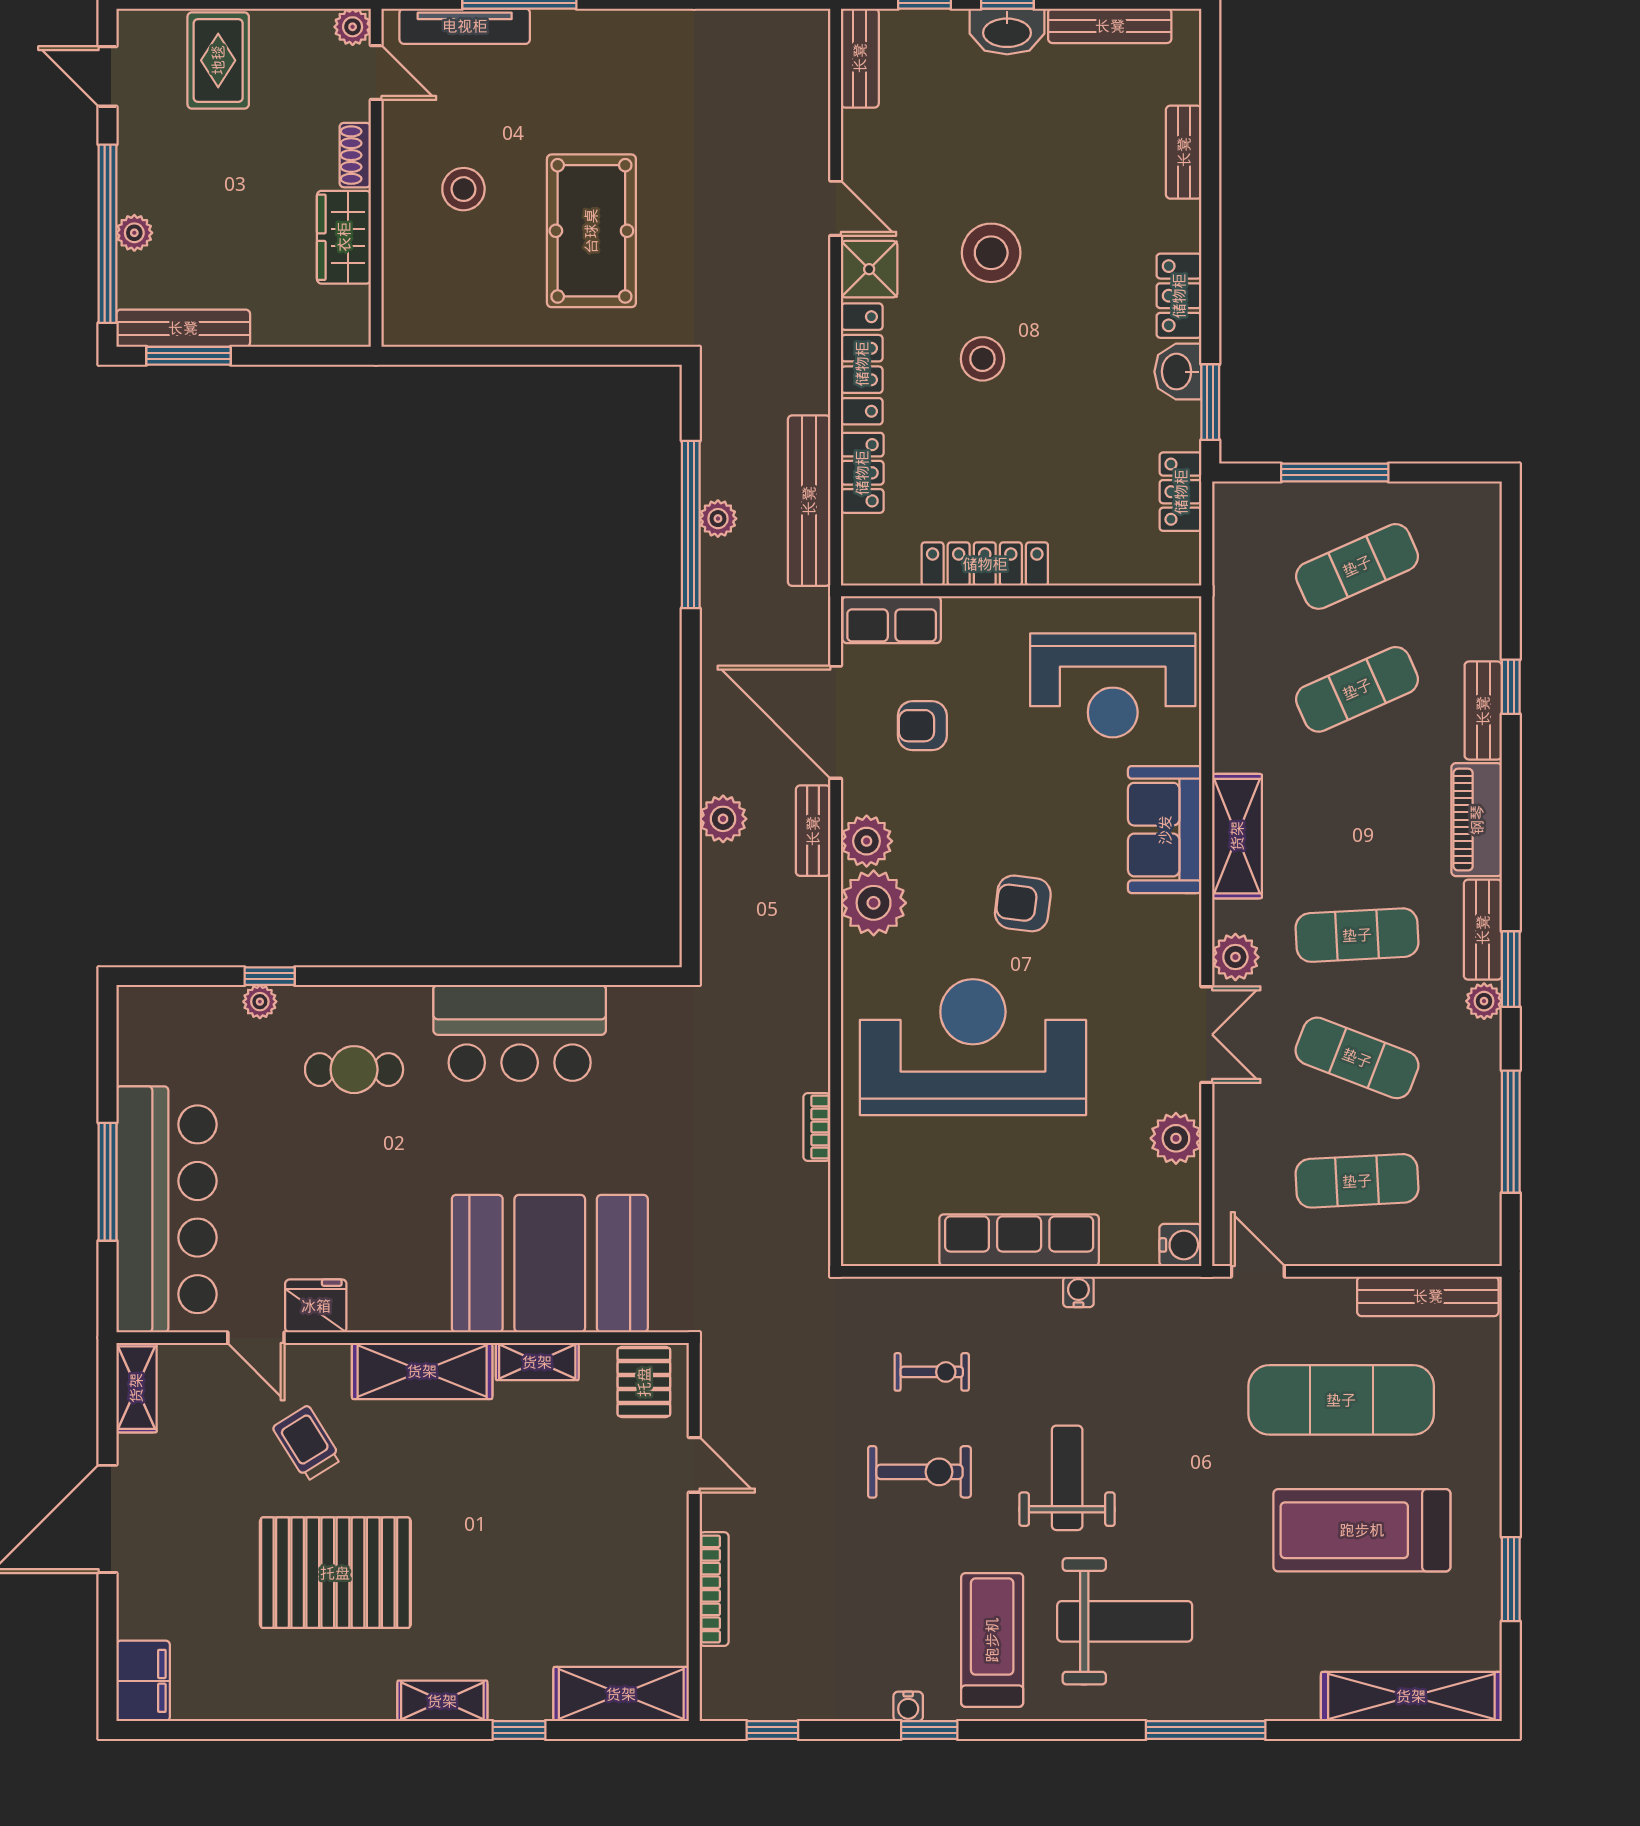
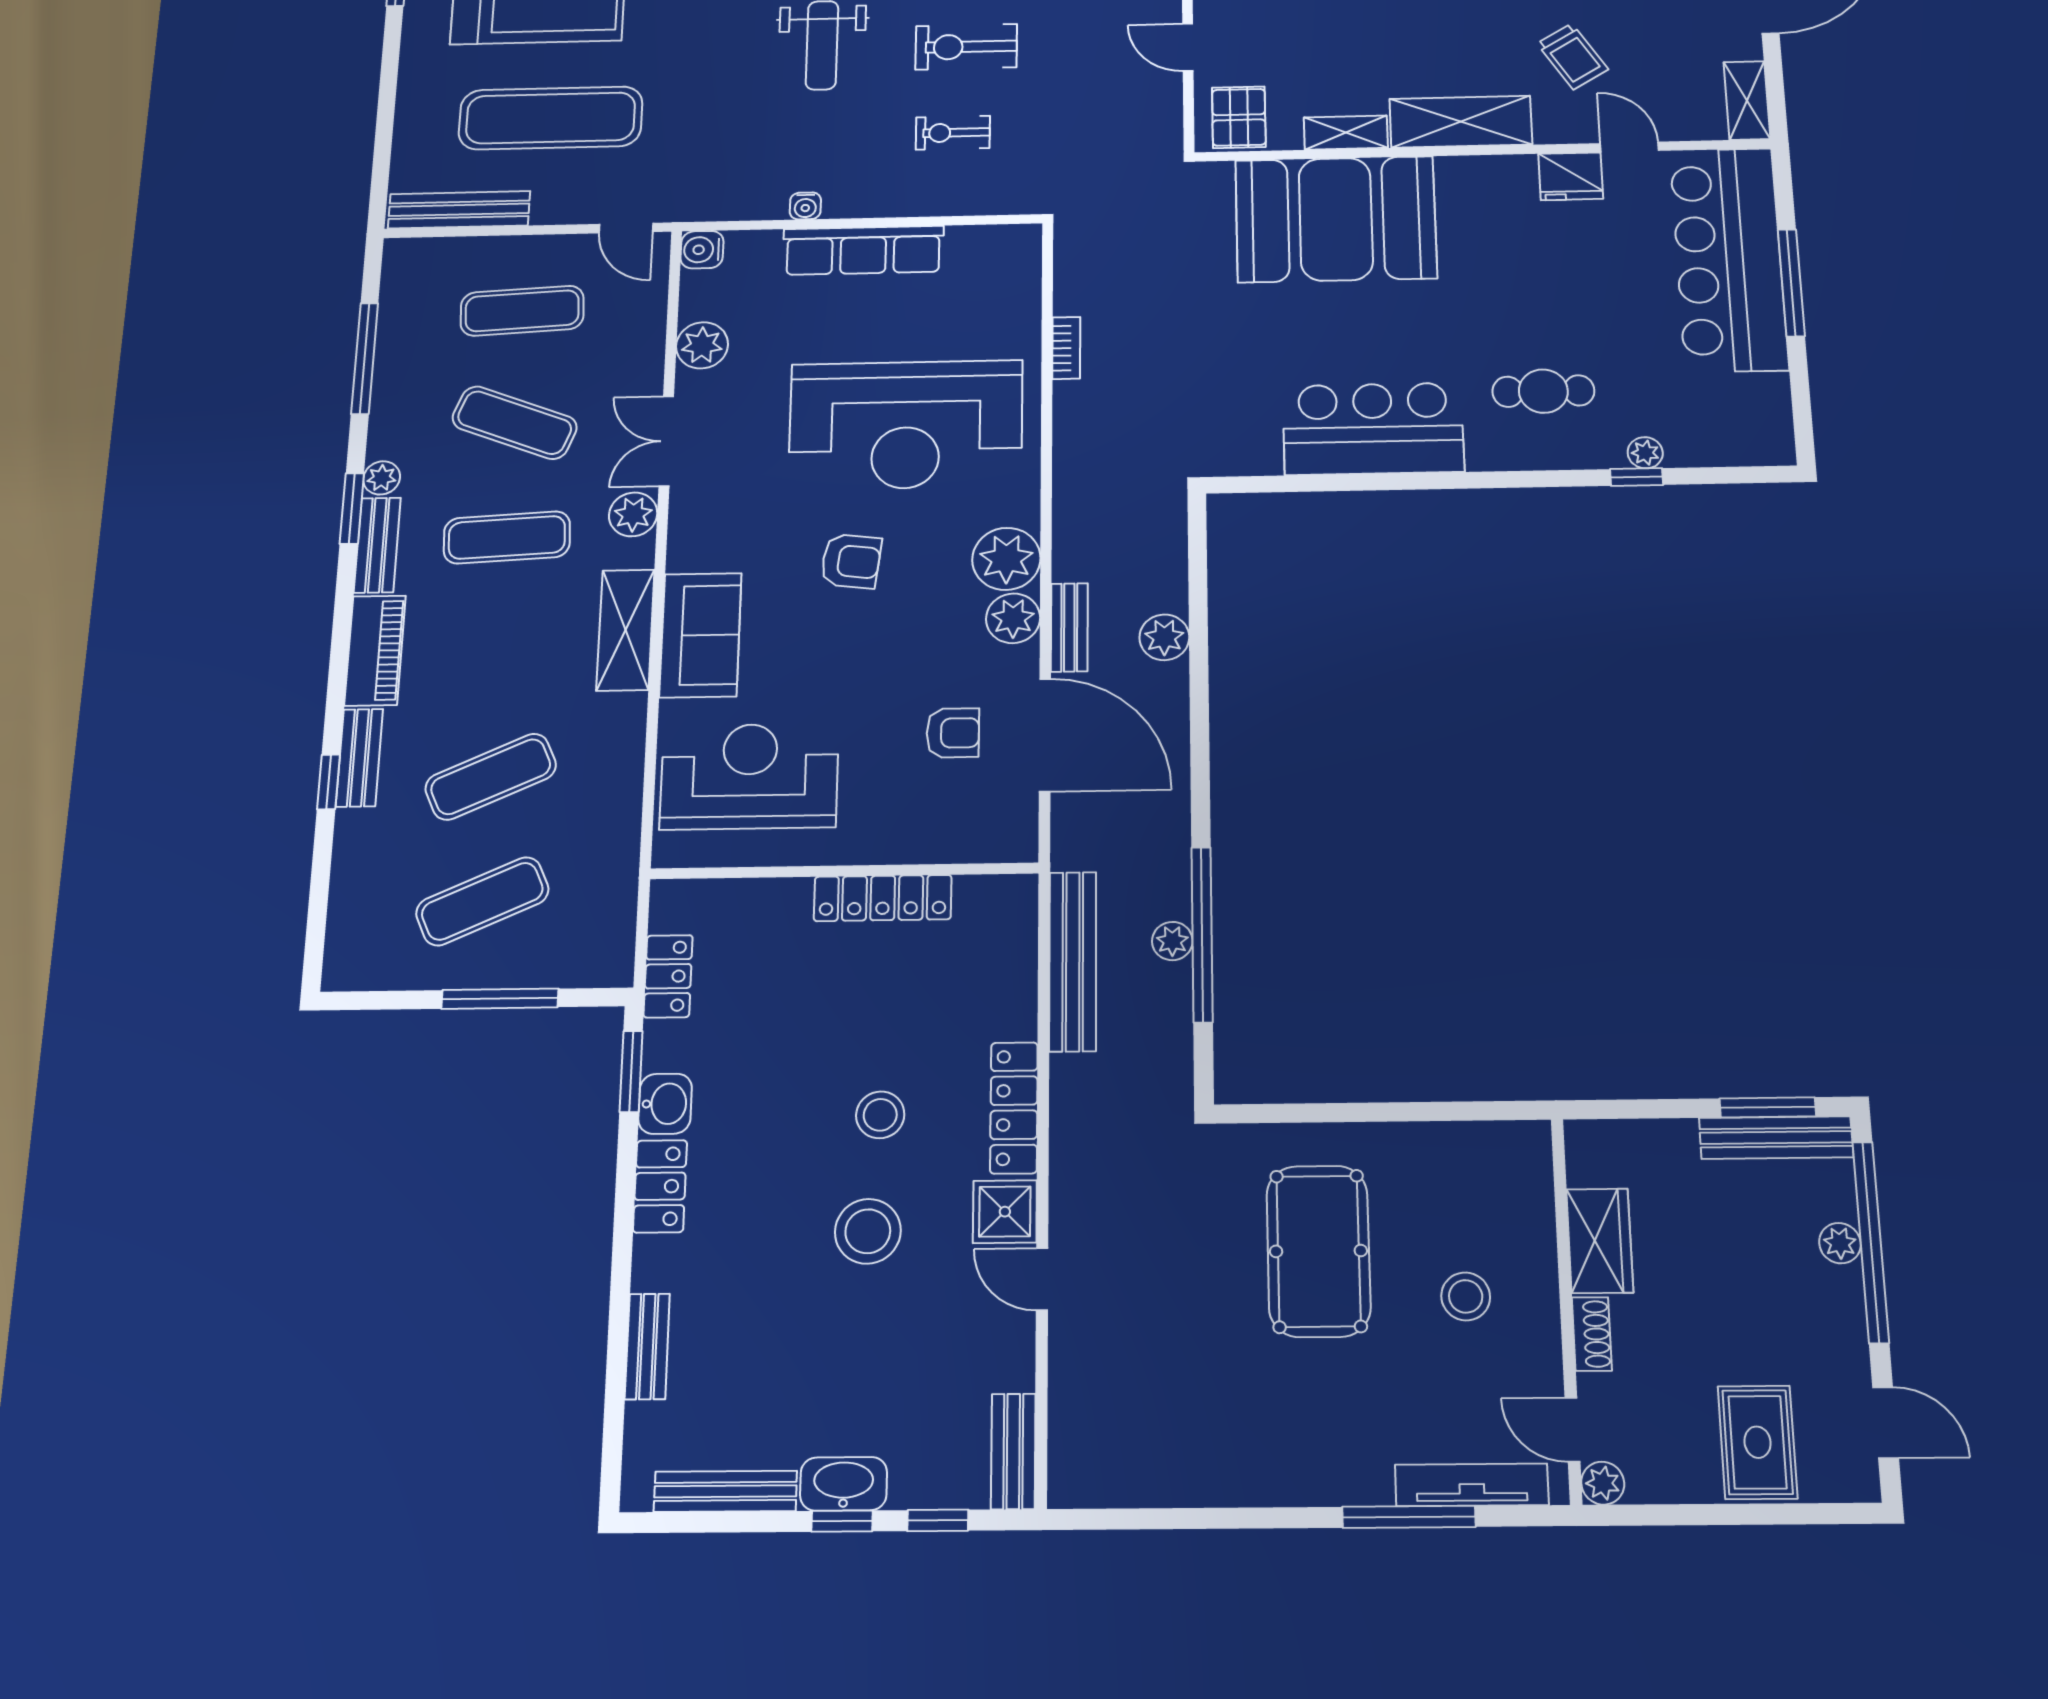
locker: (862, 473) -> (1014, 991), removed
row of seats: (892, 620) -> (984, 839), removed

